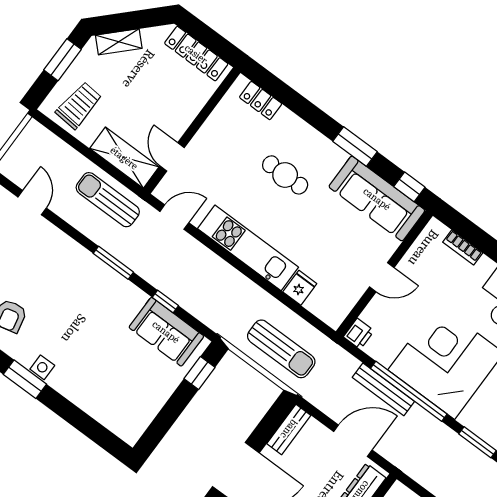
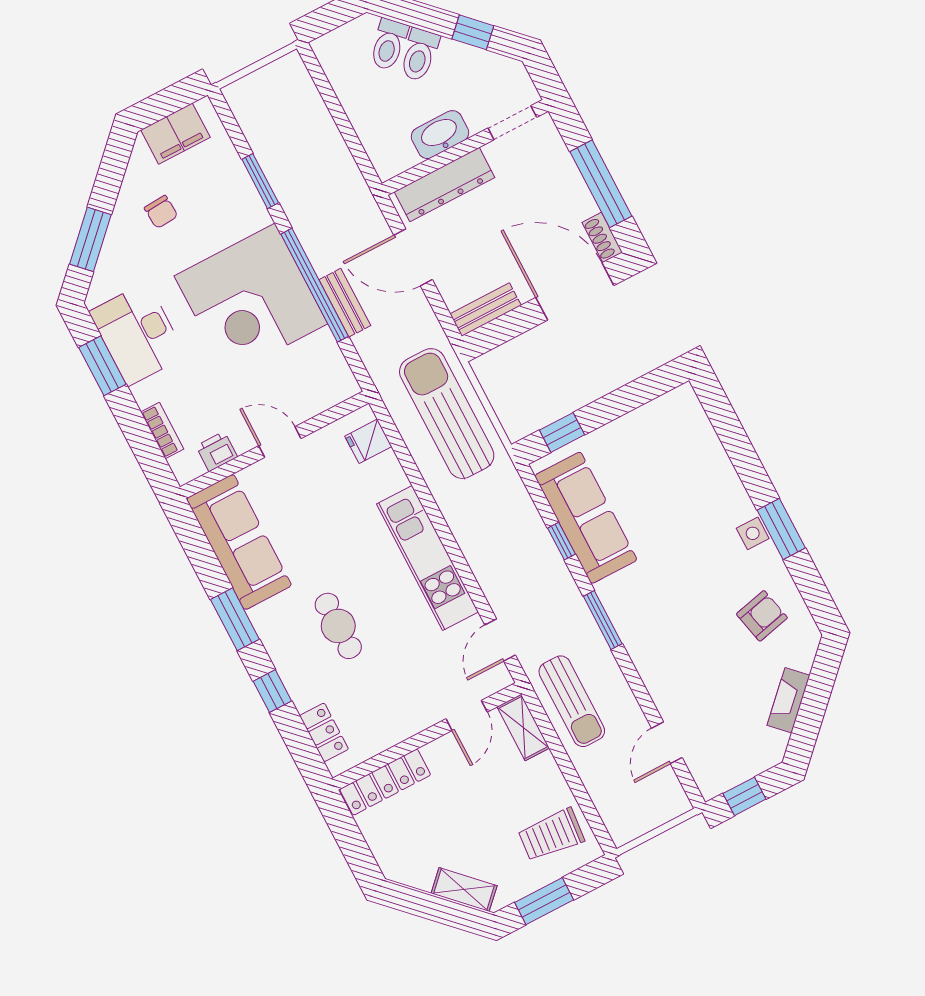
locker: (196, 54) -> (385, 782), moved, turned 90
shelving: (124, 158) -> (523, 727), width x0.67, depth x0.75
window: (409, 187) -> (272, 691), moved
door: (174, 217) -> (500, 640), hinge flipped
fridge: (300, 288) -> (368, 441), moved
sofa: (166, 332) -> (586, 518), width x1.36
printer: (359, 334) -> (217, 452), moved
sun lounger: (281, 349) -> (447, 414), width x1.36, depth x1.34
bench: (383, 389) -> (345, 303), width x0.73

